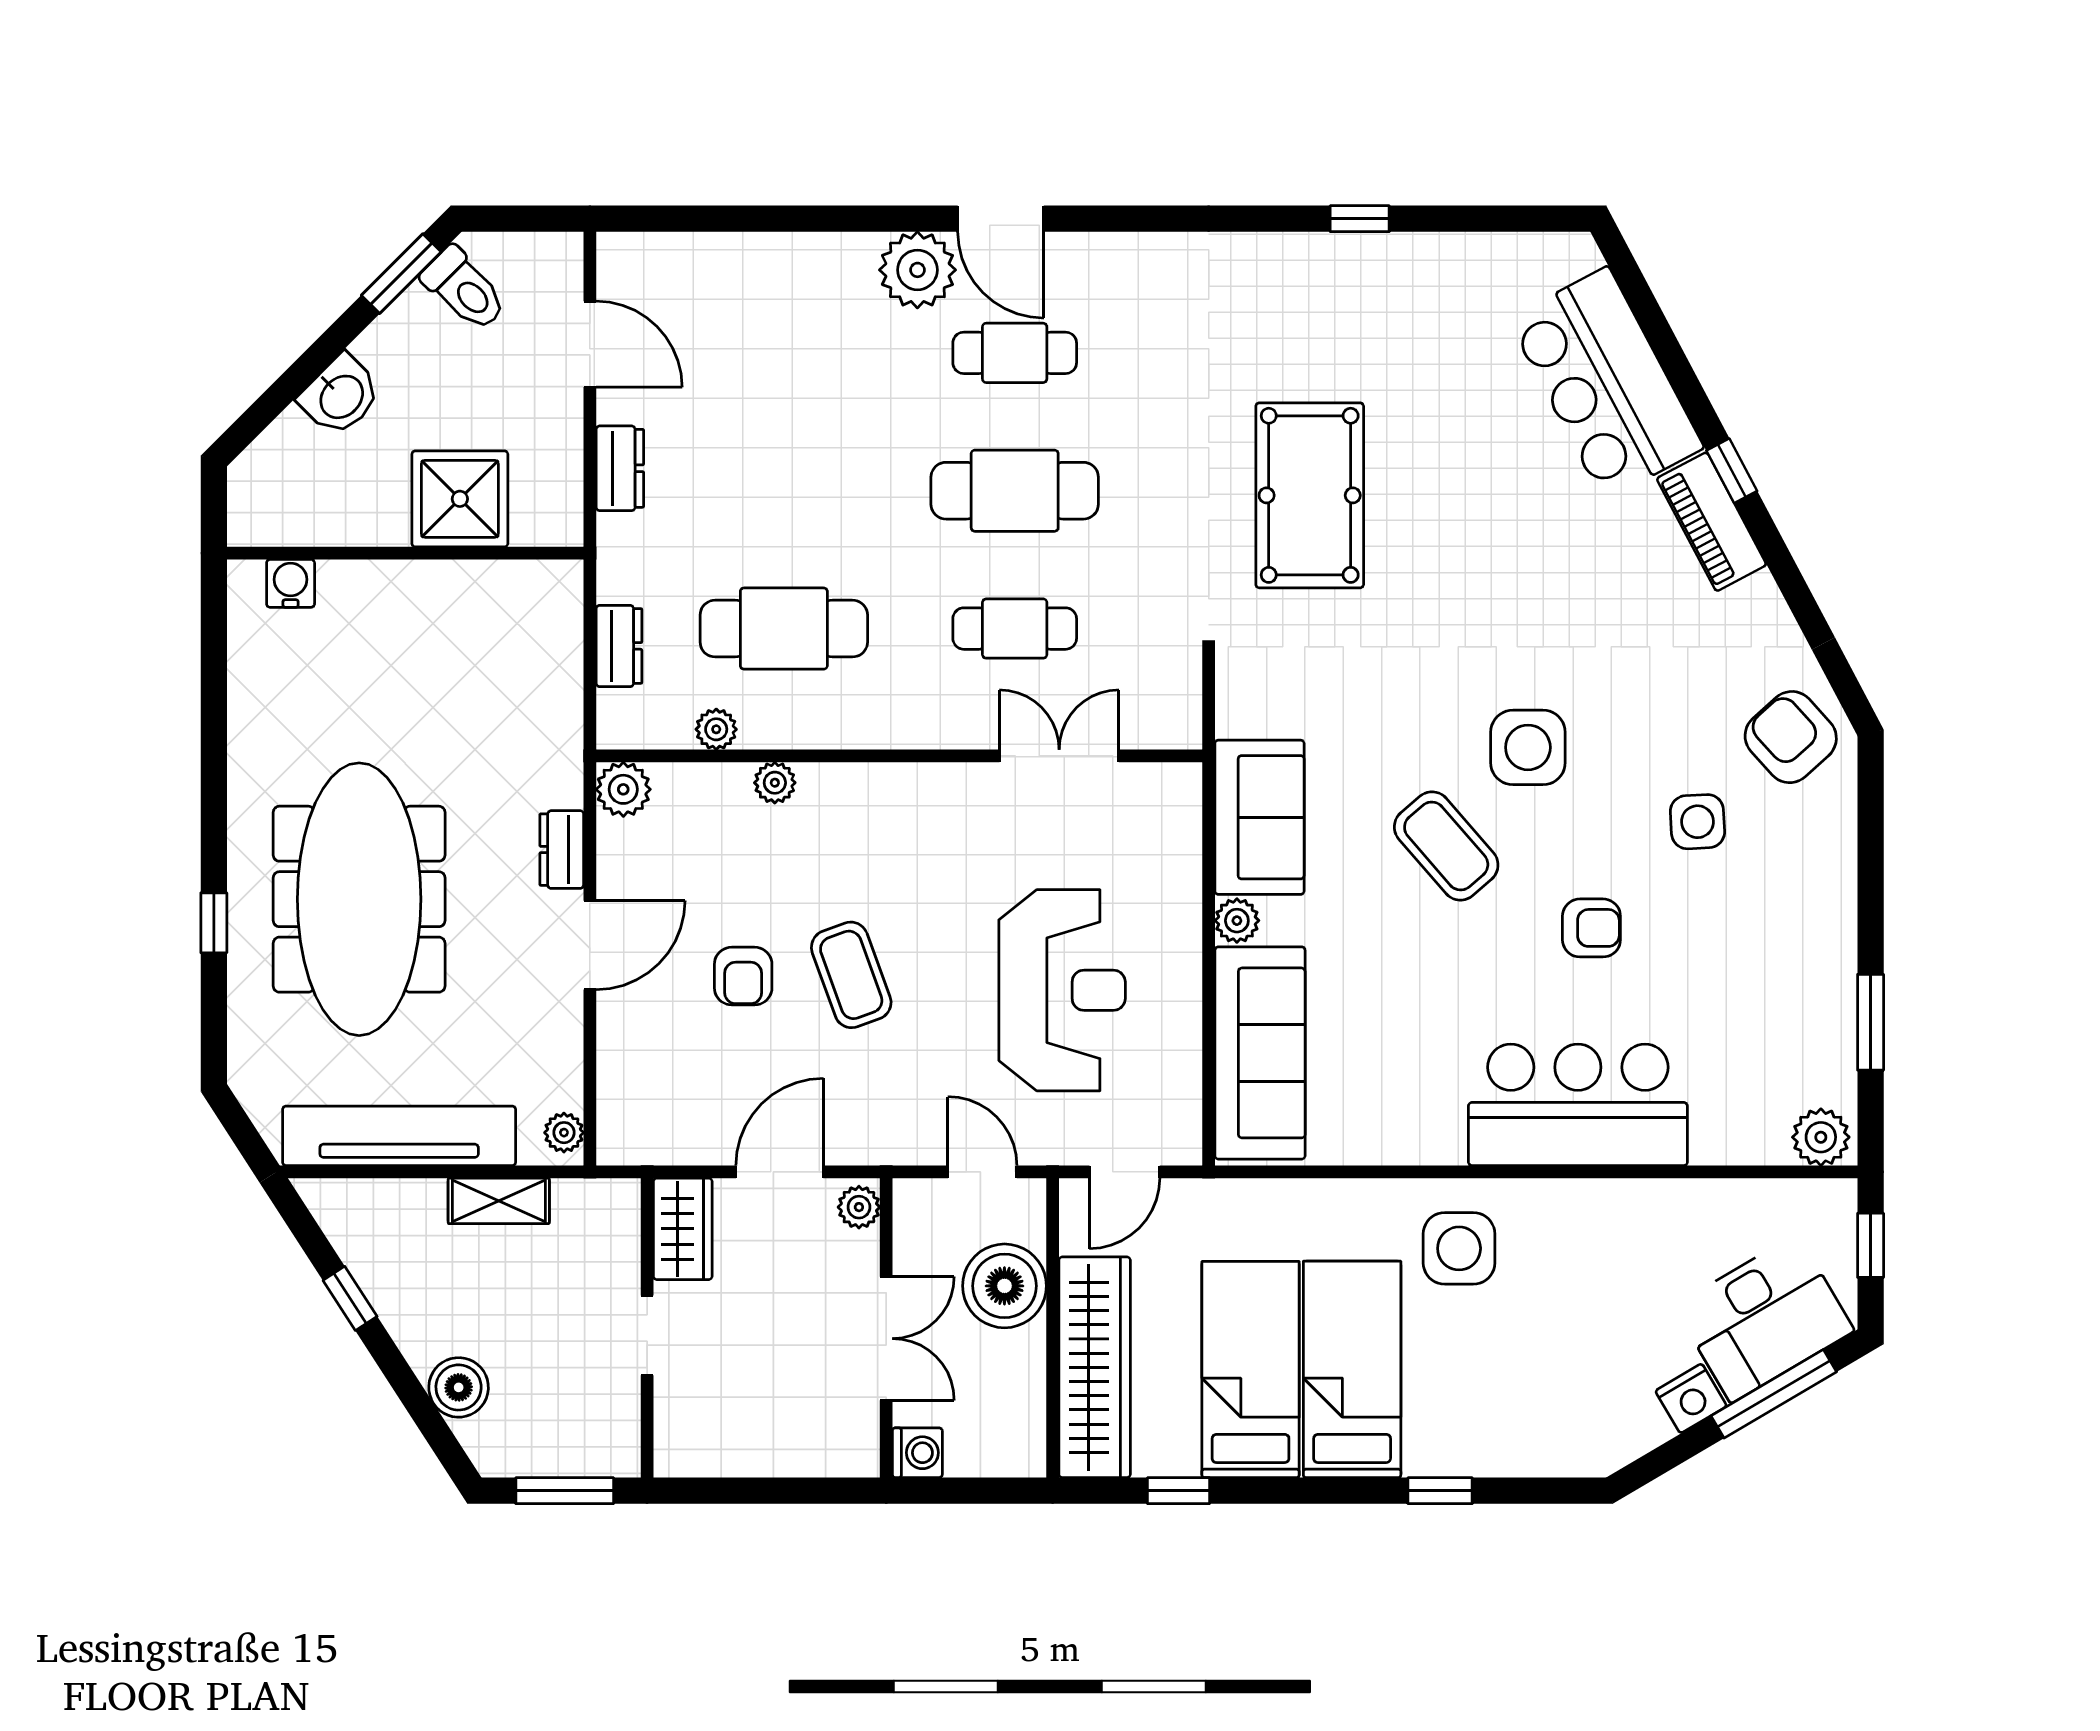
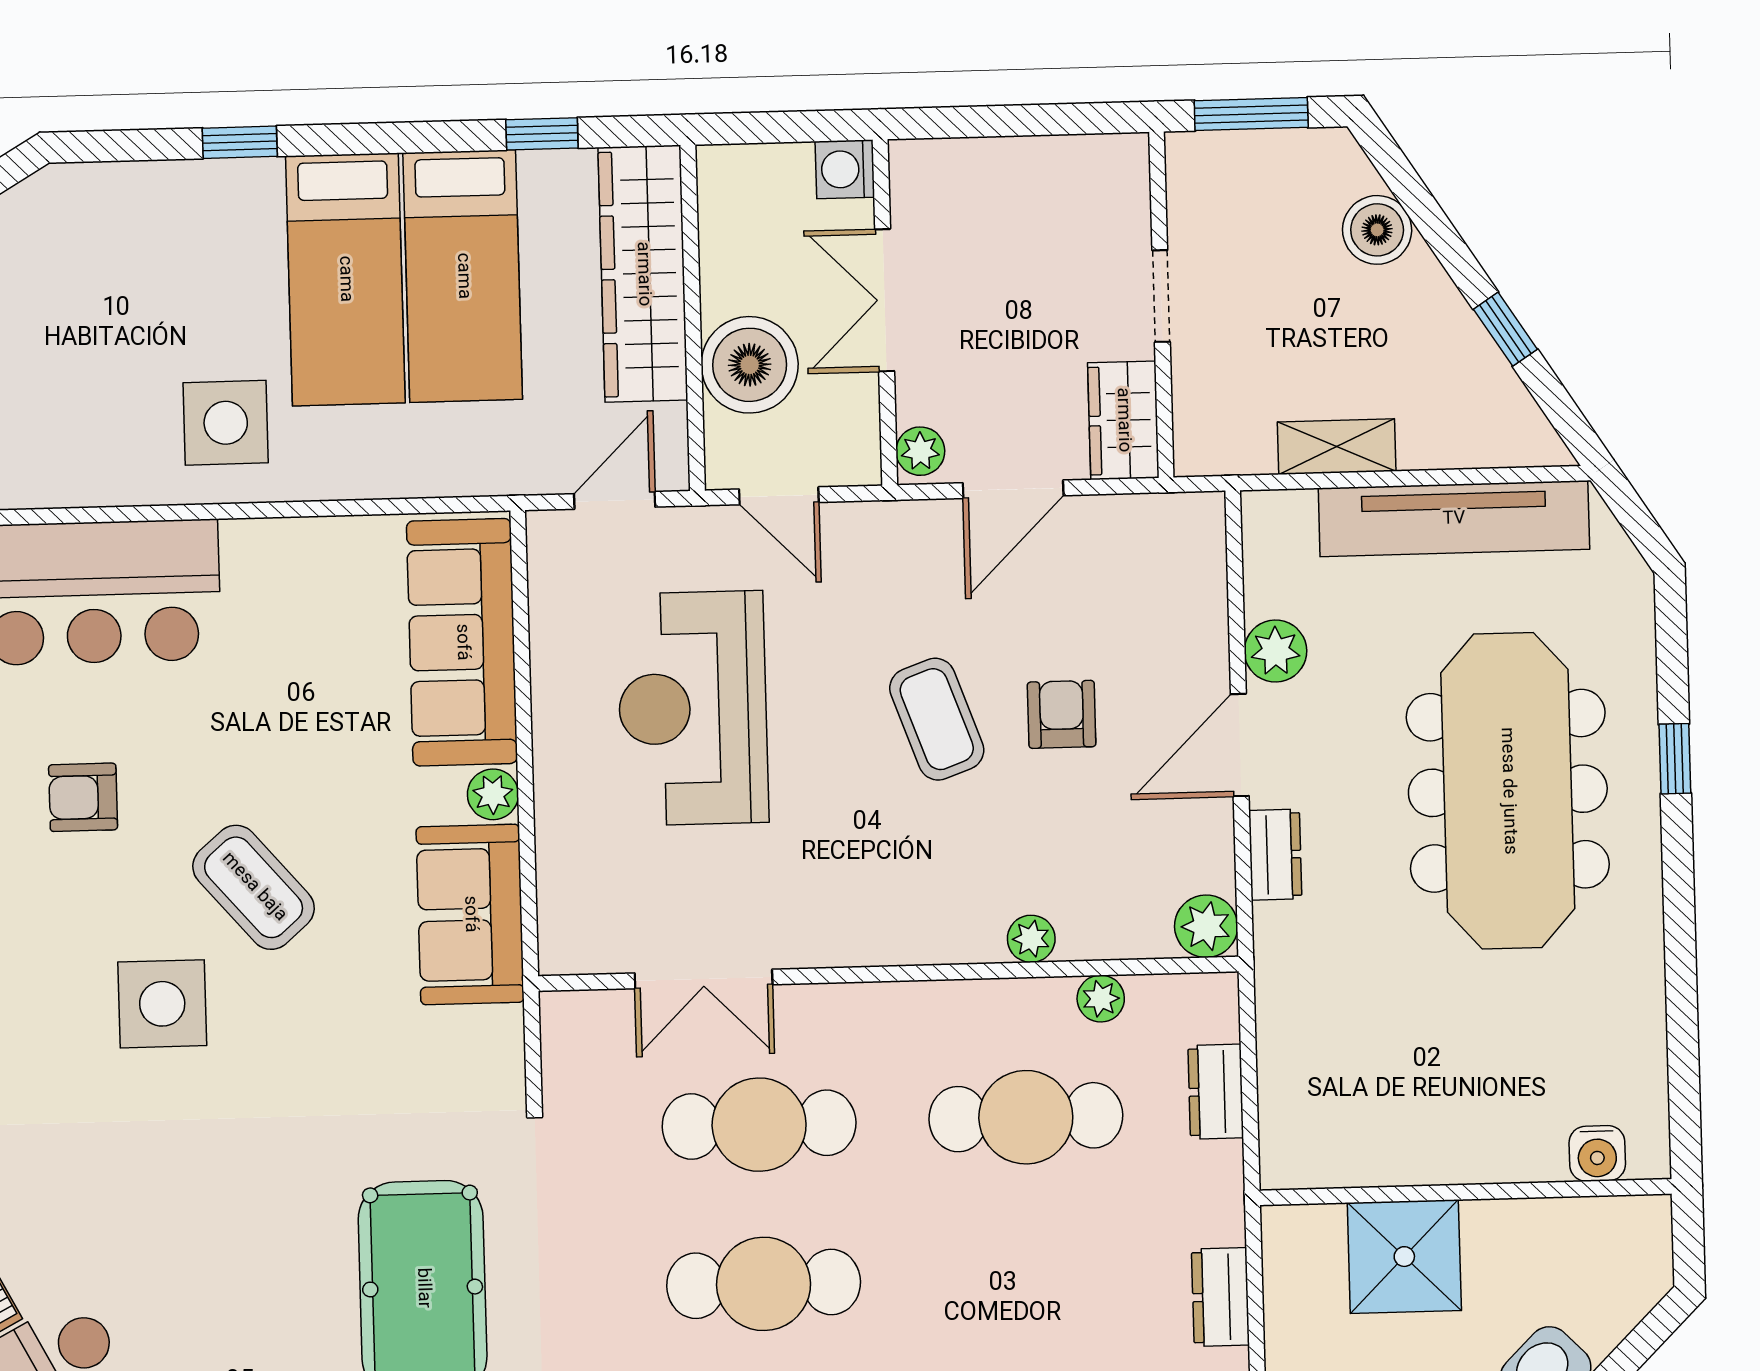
cafe table: (1015, 629) -> (759, 1125), width x1.37, depth x1.35
plant: (564, 1133) -> (1275, 651), moved, width x1.38, depth x1.38

